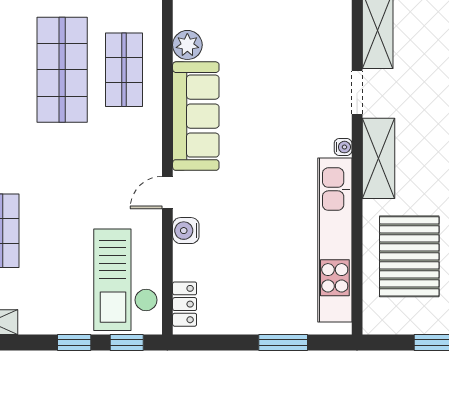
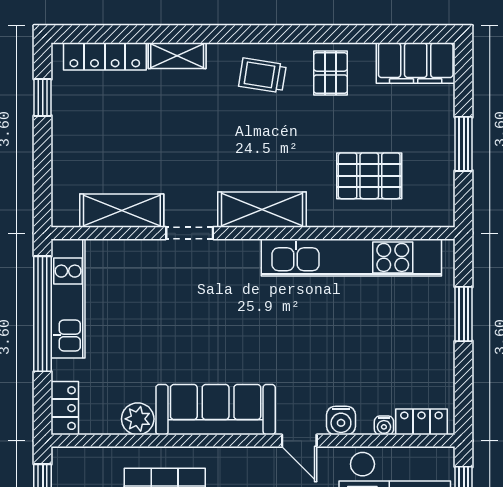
water cooler: (343, 147) -> (384, 425), moved, turned 180
pallet: (409, 256) -> (369, 176), width x0.73, depth x0.71

